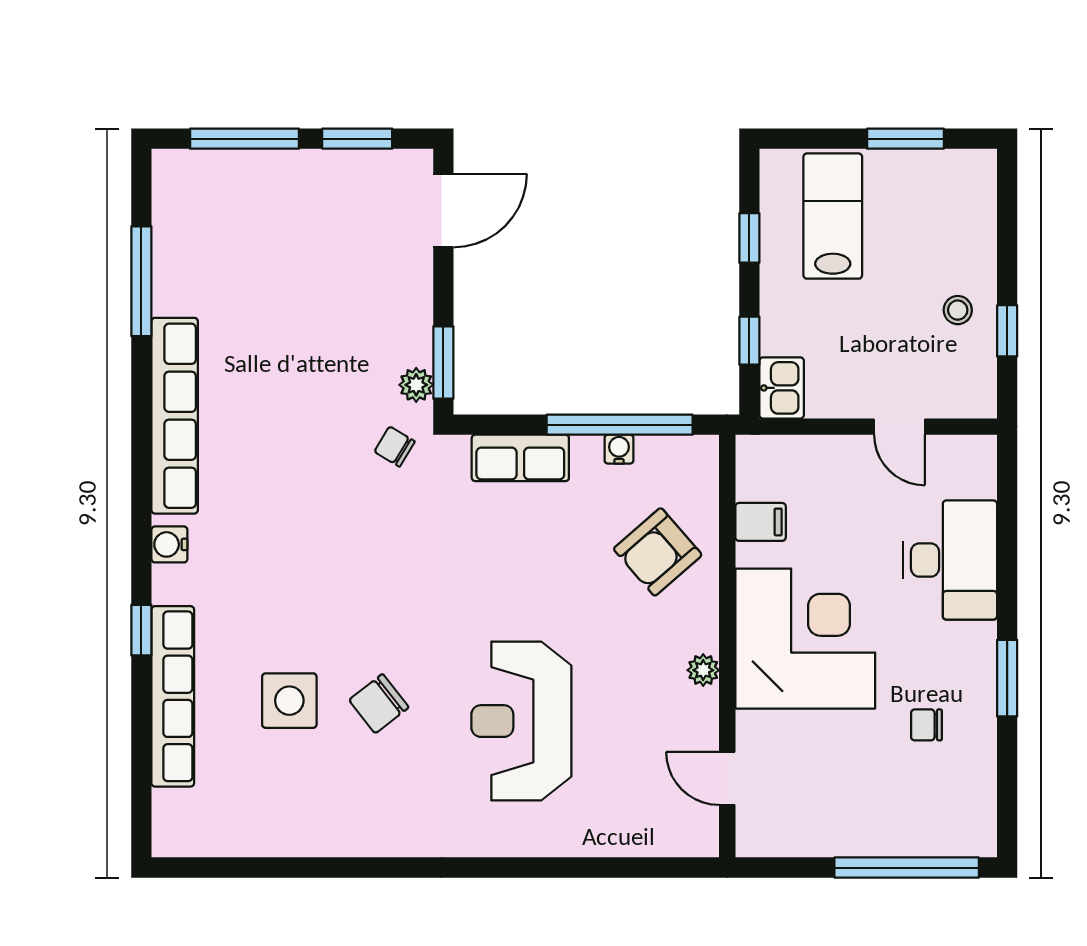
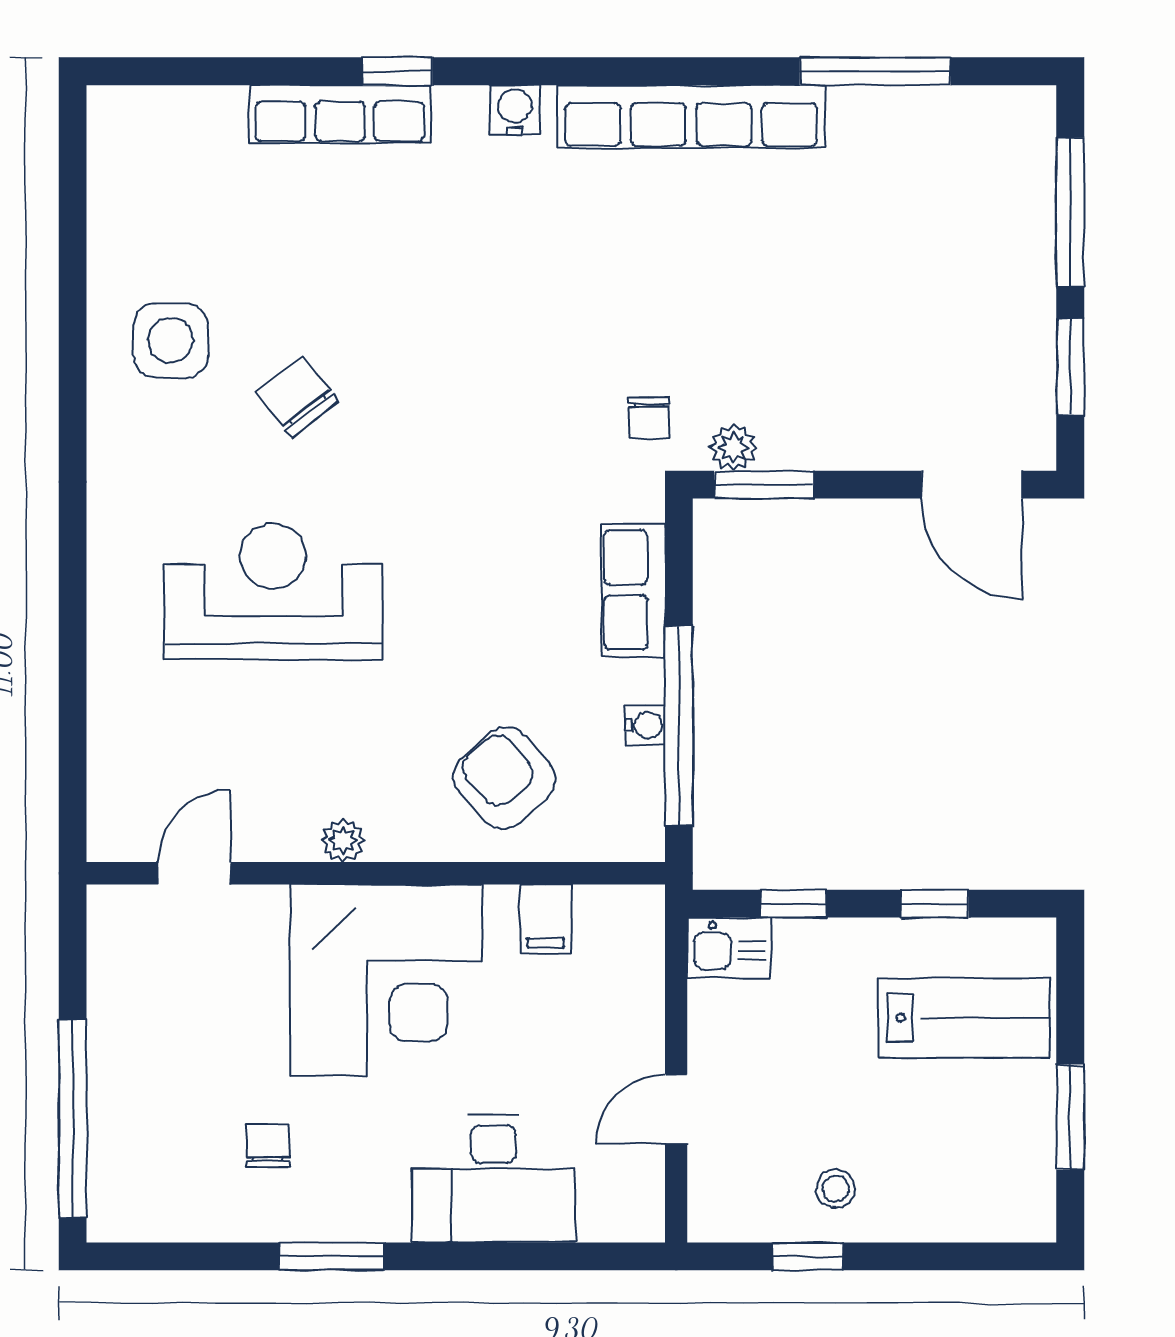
chair: (395, 447) -> (649, 418), turned 149
row of seats: (173, 696) -> (340, 114), width x0.73
side table: (289, 701) -> (171, 340), moved

